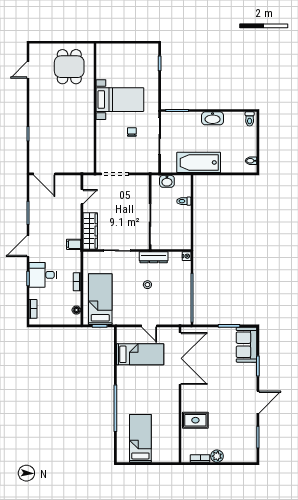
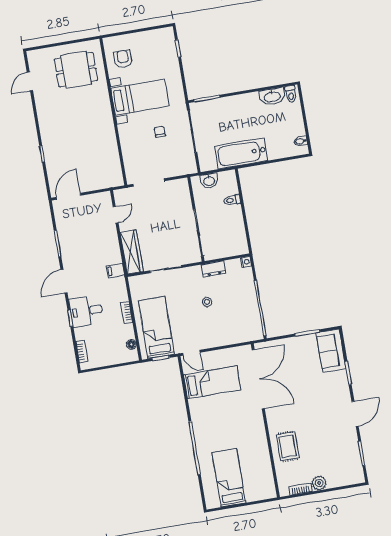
armchair: (111, 64) -> (123, 59), added
dining table: (69, 67) -> (76, 70), turned 90
washbasin: (213, 118) -> (272, 97), moved
door: (44, 174) -> (69, 196), swing flipped
dresser: (154, 257) -> (214, 269), width x0.70
door: (149, 326) -> (191, 353), moved
rug: (195, 420) -> (288, 446), turned 90

